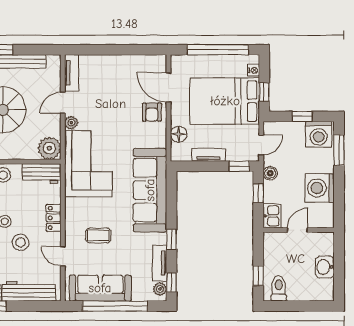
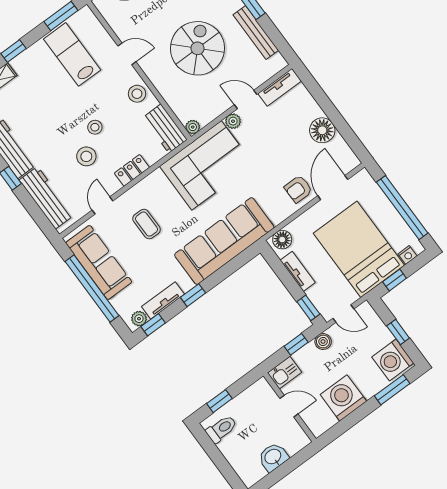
floor lamp: (123, 65) -> (322, 130), added
floor lamp: (179, 134) -> (282, 240), moved
plant: (49, 148) -> (193, 127), width x0.53, depth x0.53

